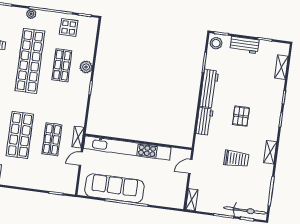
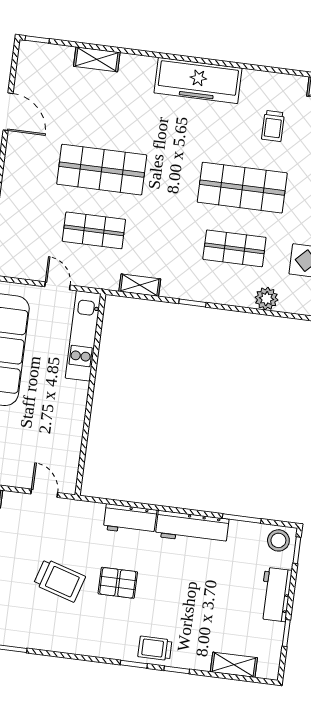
shop shelf: (30, 61) -> (242, 188), width x0.71
plant: (86, 67) -> (266, 299), moved
trolley: (272, 109) -> (155, 648), added
pallet: (241, 116) -> (118, 583), moved
shelving: (78, 137) -> (140, 285), moved
kitchen unit: (127, 148) -> (83, 336), width x0.54
shelving: (270, 152) -> (72, 645), removed
trolley: (236, 159) -> (59, 580), turned -73

